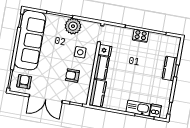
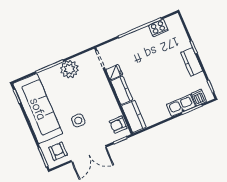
cooker: (141, 36) -> (158, 28), moved
side table: (80, 52) -> (78, 120), moved
kitchen counter: (170, 68) -> (192, 62), moved
armchair: (72, 76) -> (118, 125), moved

